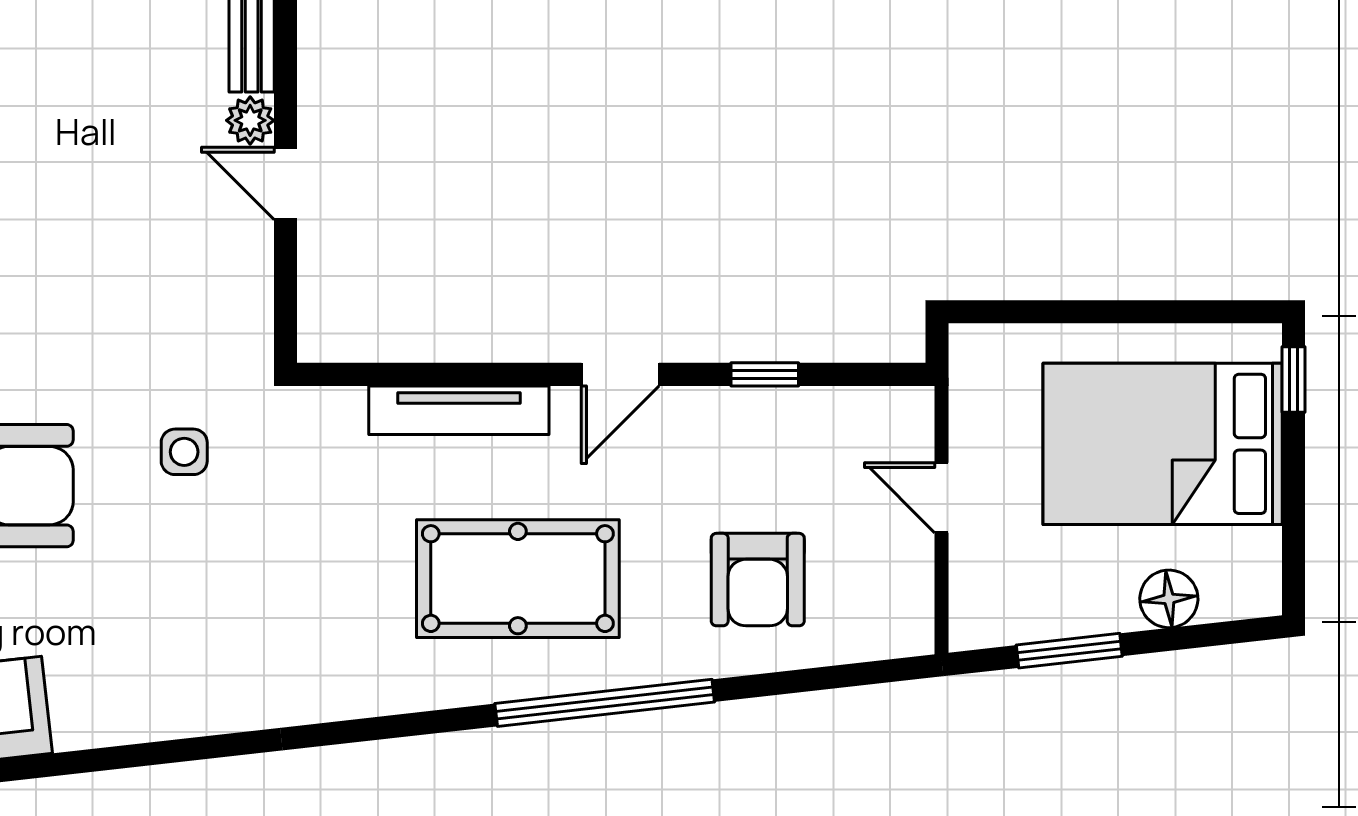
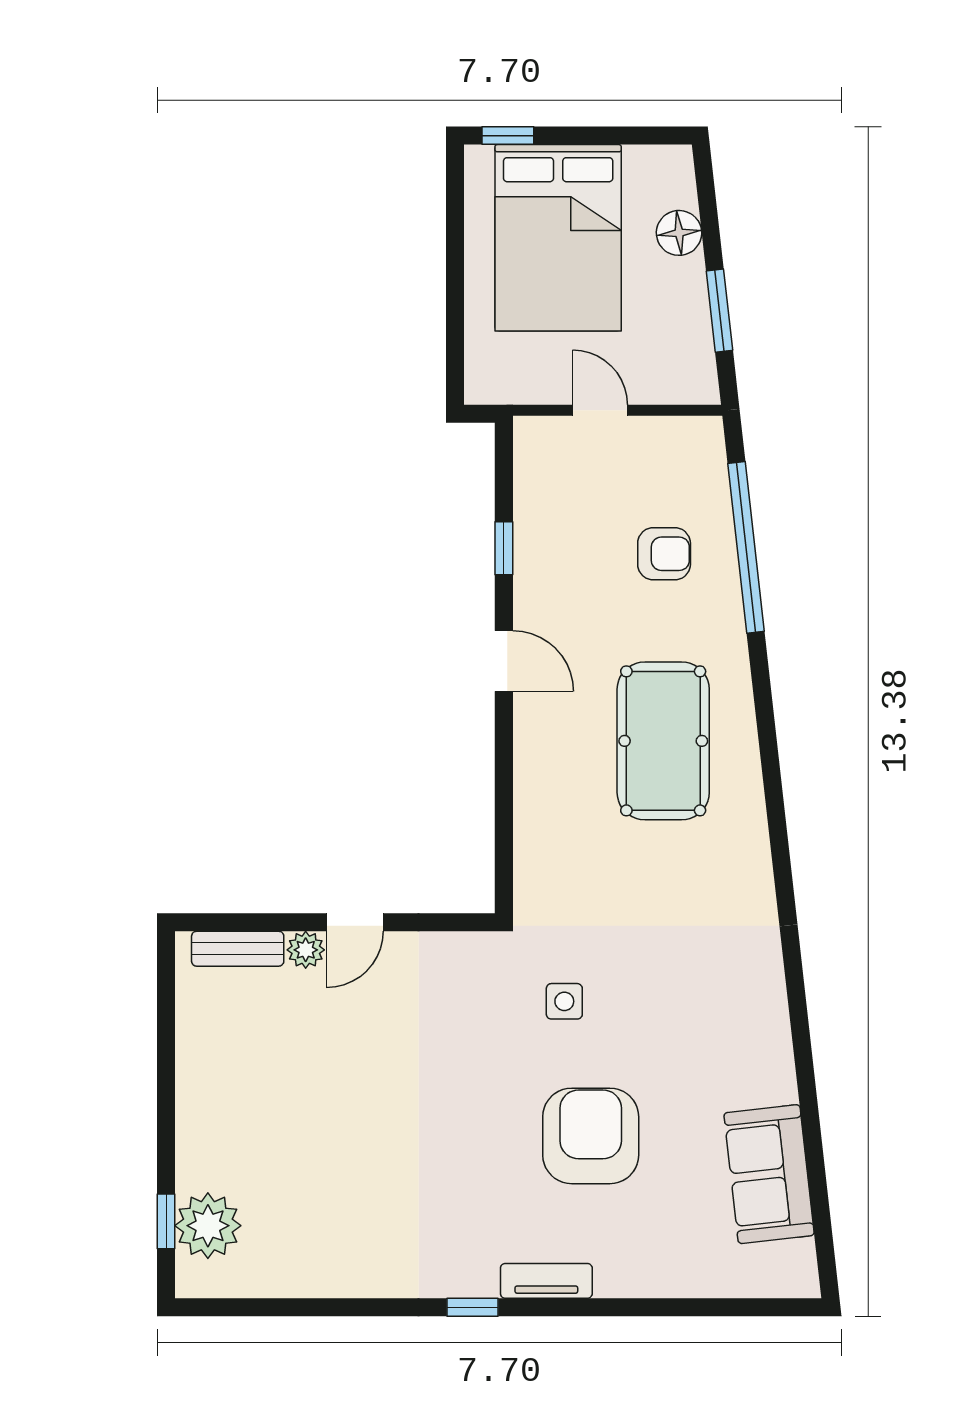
tv unit: (459, 410) -> (532, 787), removed
door: (942, 498) -> (600, 410), swing flipped
armchair: (758, 580) -> (664, 554), width x0.72, depth x0.72
window: (605, 703) -> (746, 547), moved

